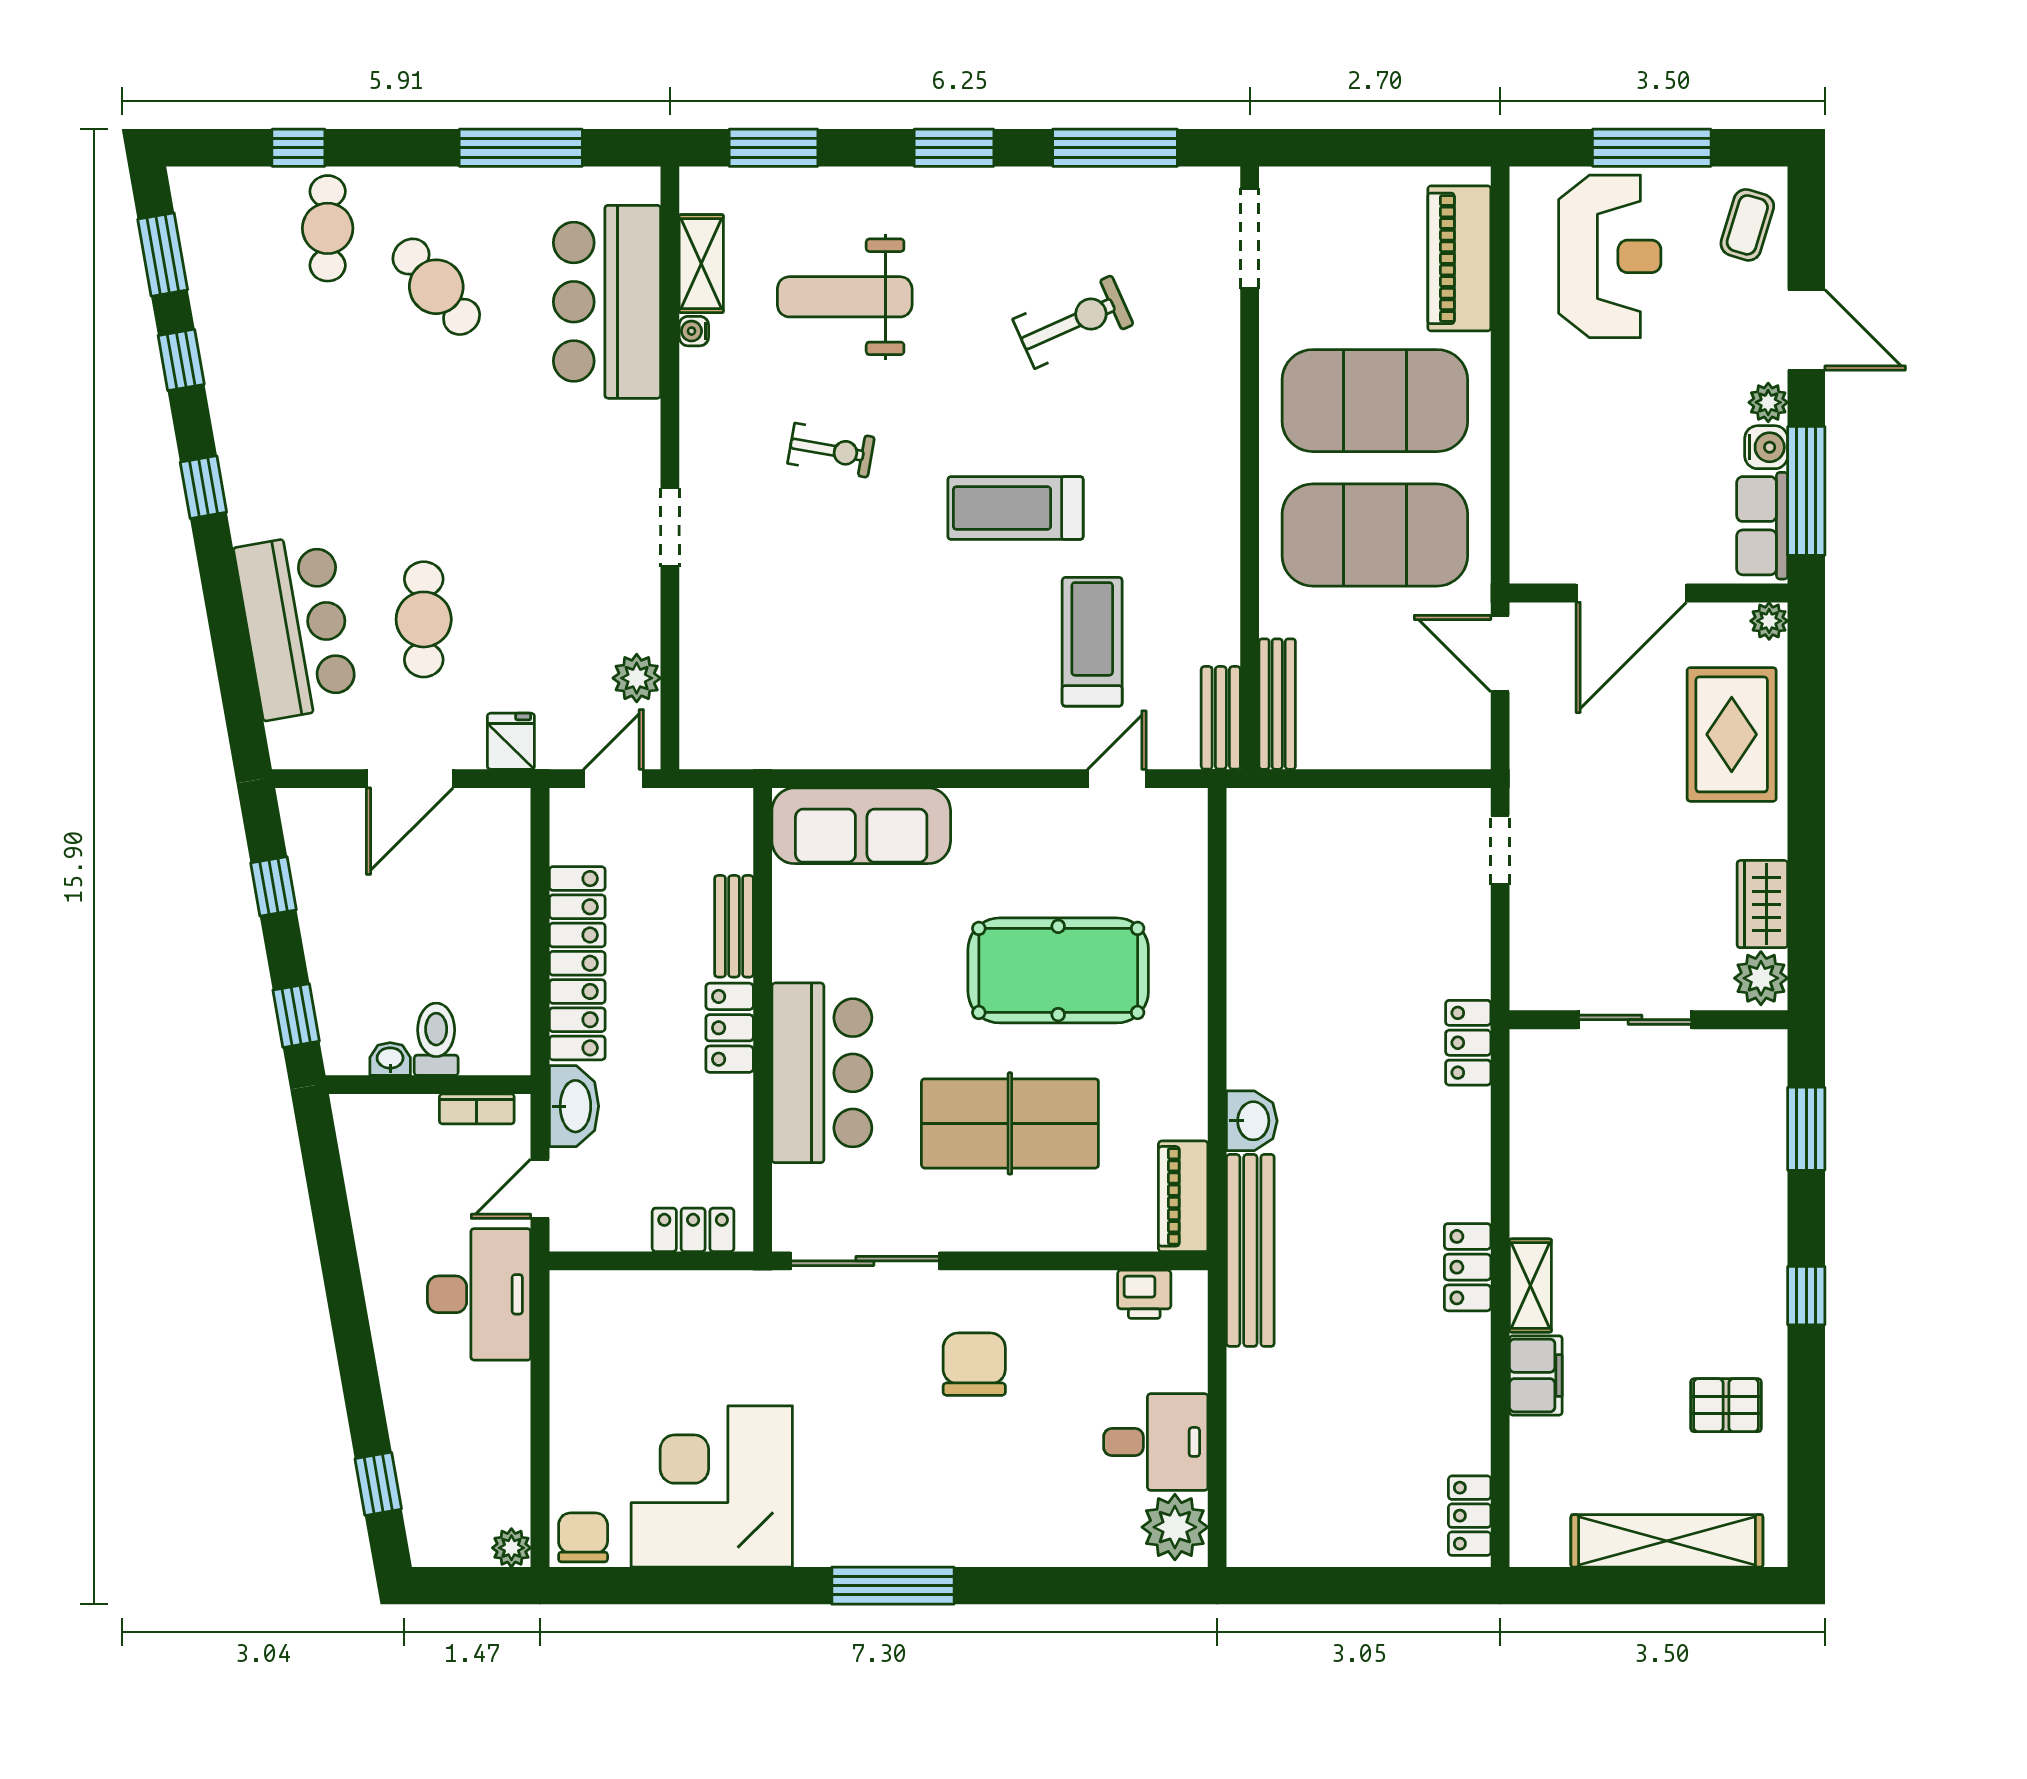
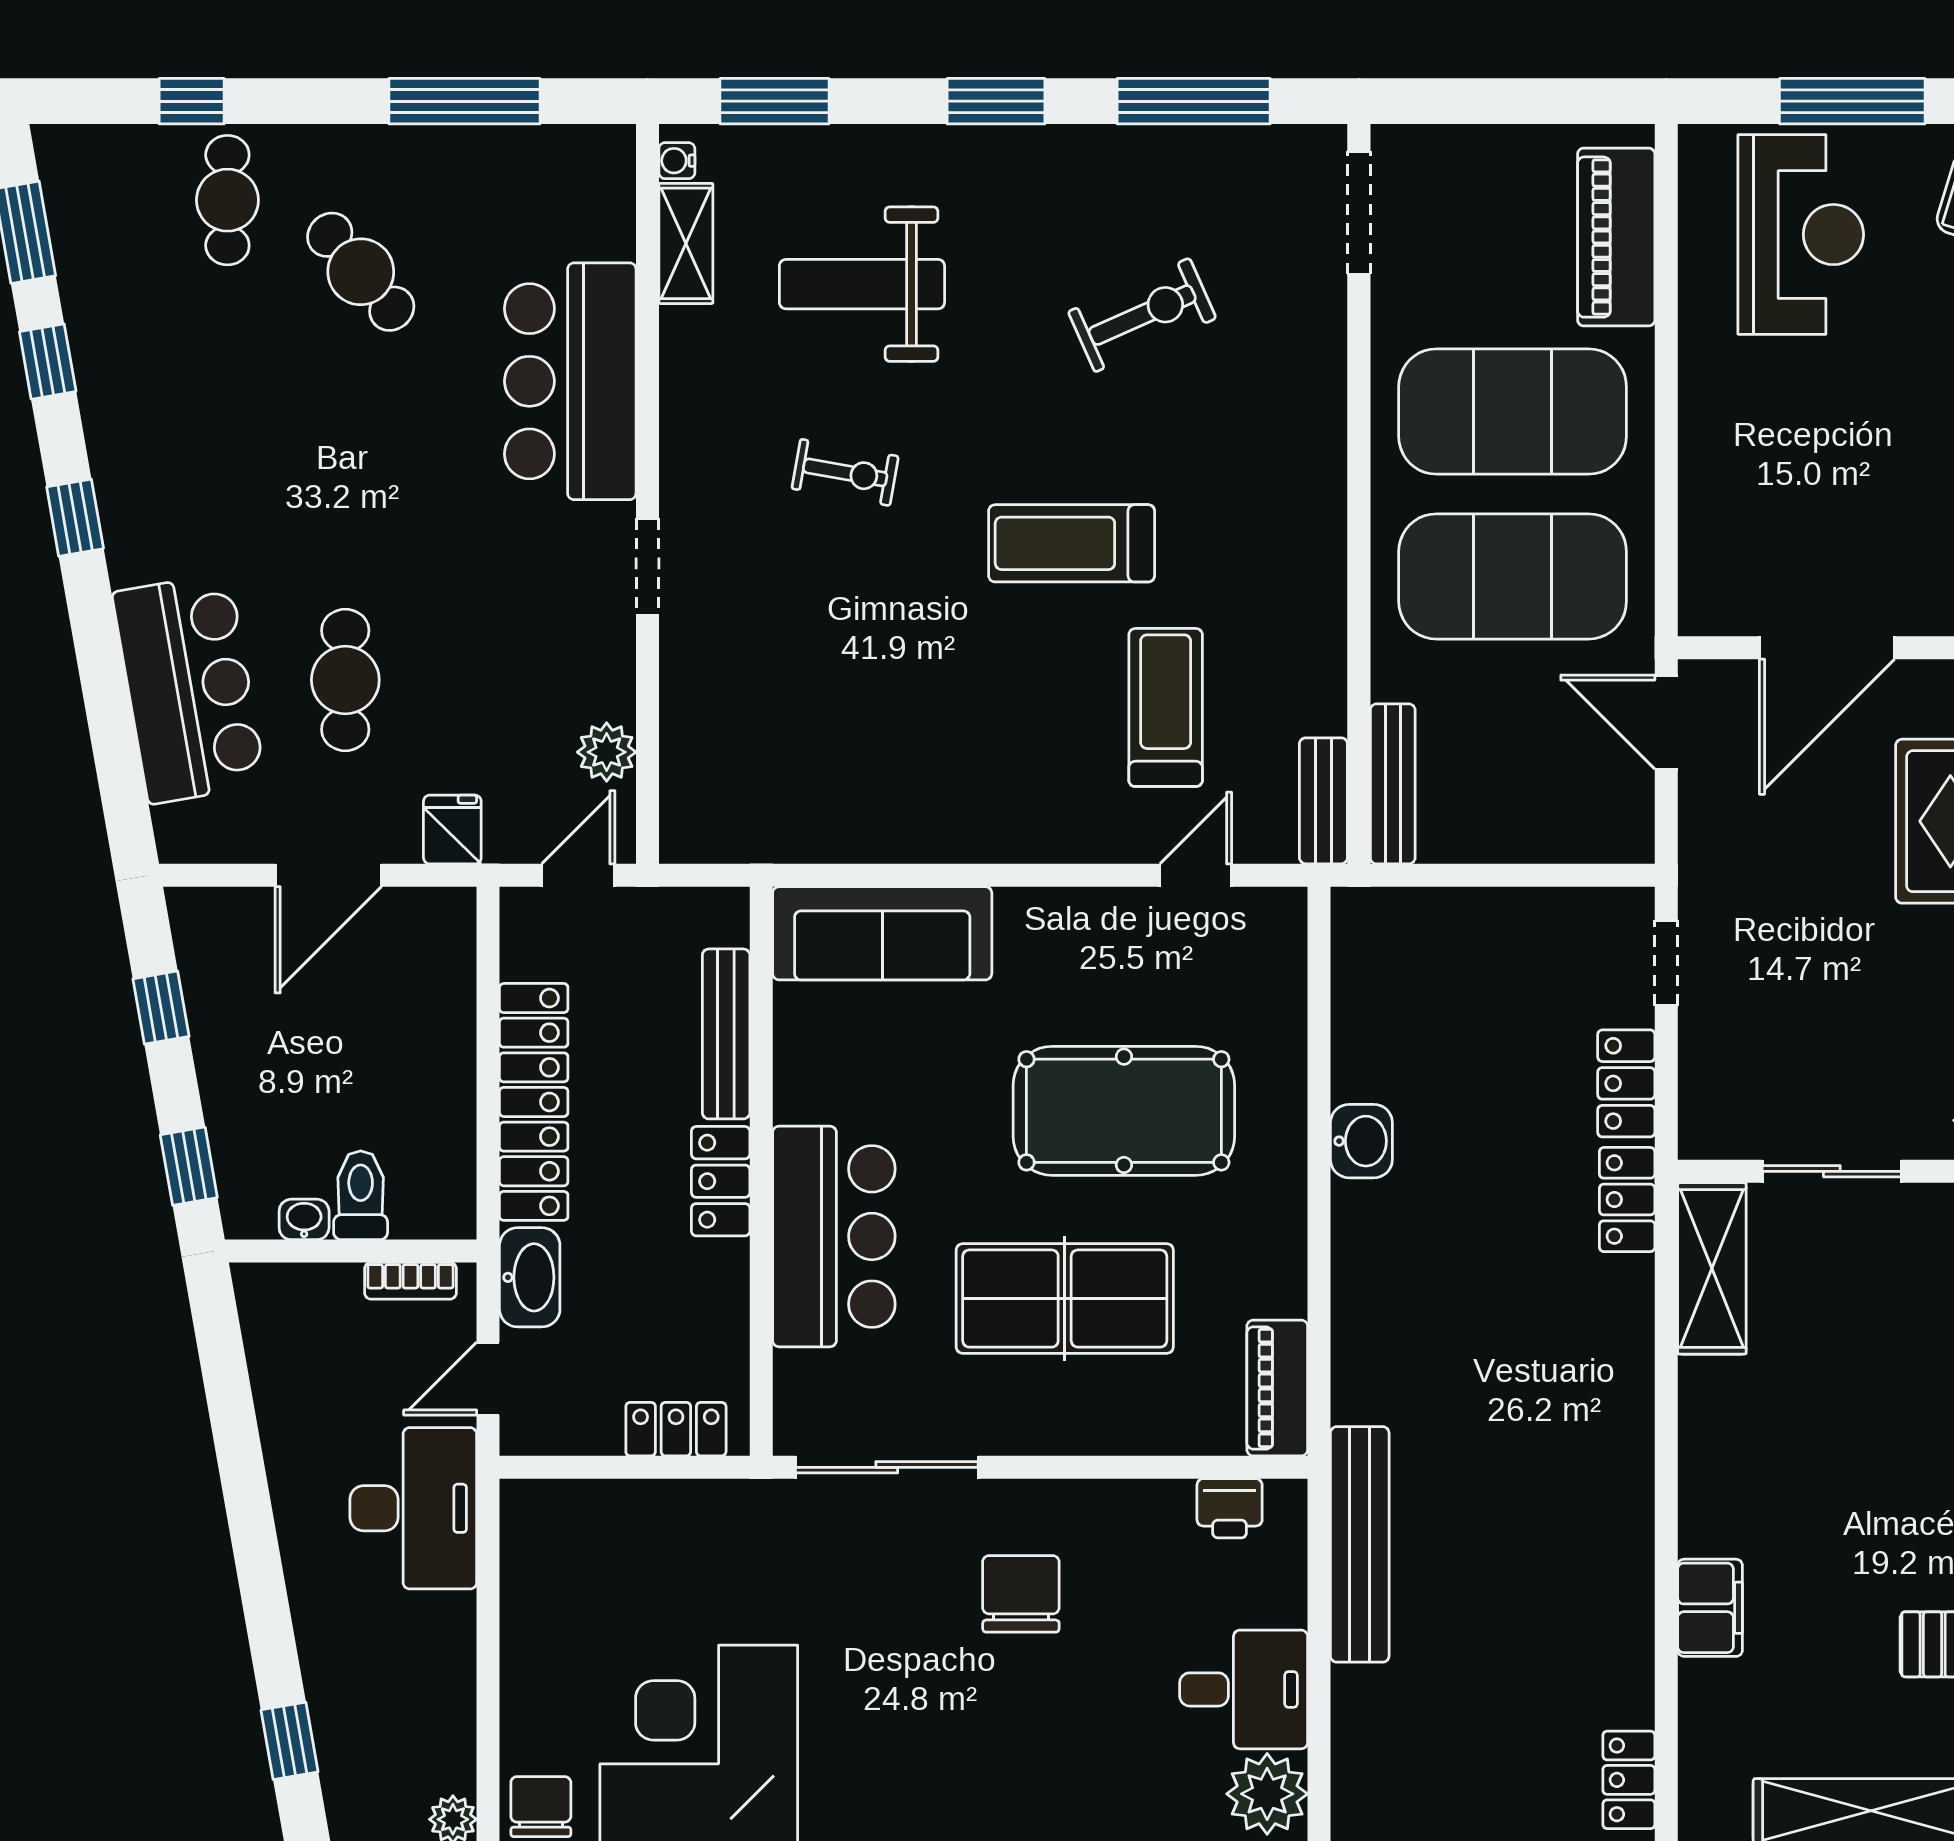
bar counter: (607, 302) -> (570, 381), moved
water cooler: (694, 331) -> (677, 161), moved
bench: (734, 926) -> (726, 1034), width x1.36
washbasin: (1252, 1121) -> (1361, 1141), moved
bench: (1250, 1250) -> (1360, 1544), moved
locker: (1468, 1267) -> (1626, 1083), moved
shelving: (1530, 1286) -> (1712, 1268), moved, width x1.50, depth x1.33

